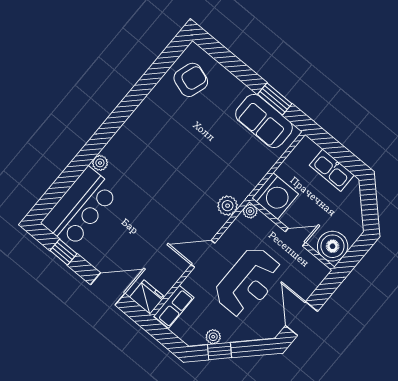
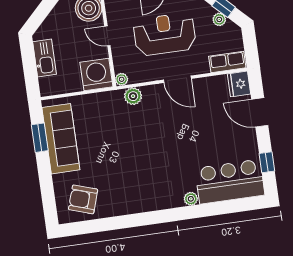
sofa: (264, 121) -> (61, 139), width x1.36

